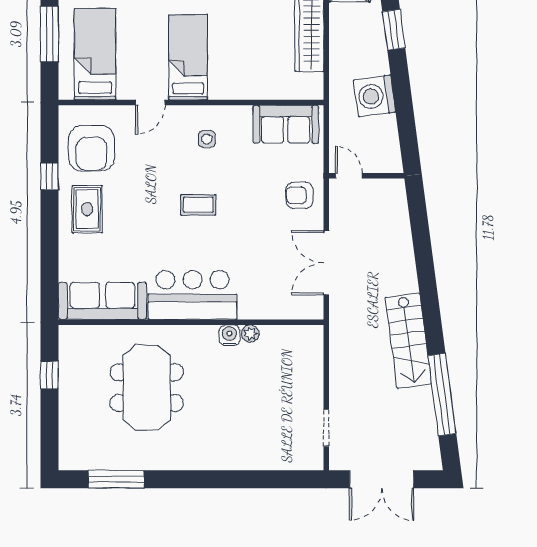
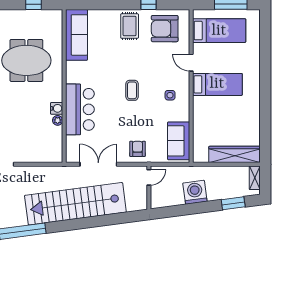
rug: (87, 209) -> (130, 26), turned 90
bar counter: (192, 295) -> (80, 109), moved
stairs: (408, 341) -> (75, 204), width x1.86, depth x1.51

